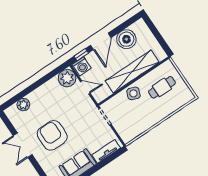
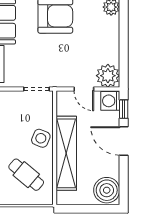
boiler: (126, 39) -> (107, 190), moved
door: (85, 87) -> (84, 89), hinge flipped
cafe table: (162, 87) -> (26, 175), turned -50

